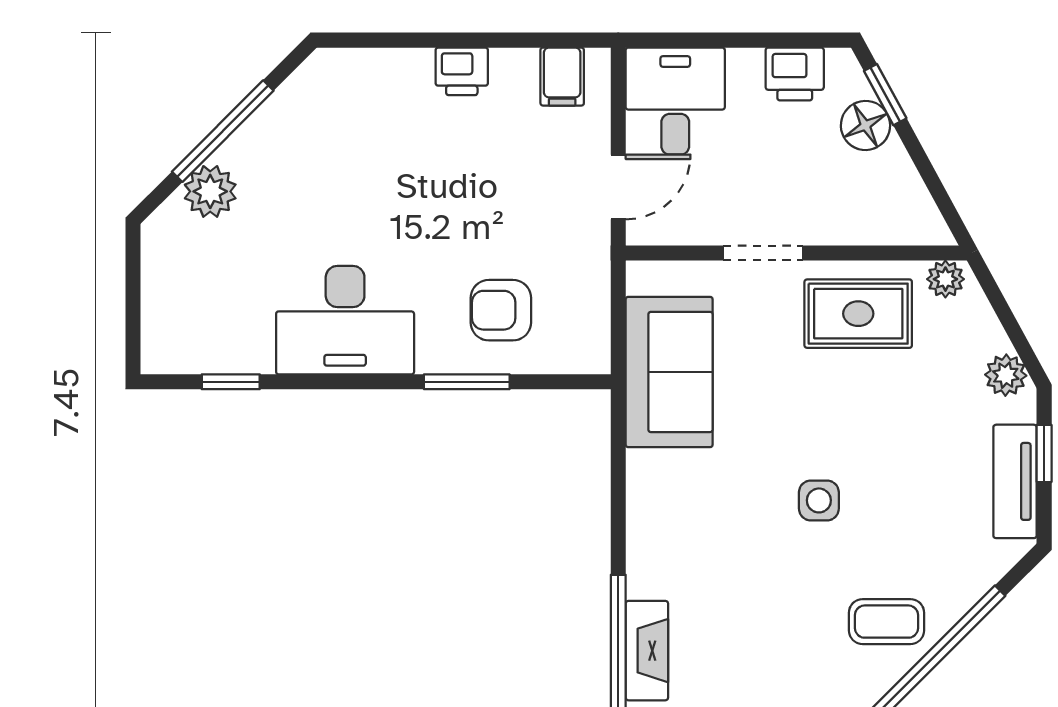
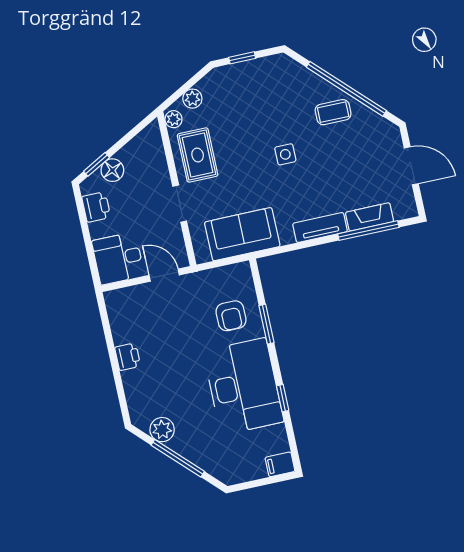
filing cabinet: (562, 77) -> (280, 464), moved, turned 180
plant: (210, 191) -> (162, 430), moved
desk: (345, 320) -> (243, 386), width x1.36, depth x1.30
plant: (1006, 375) -> (192, 99), moved
window: (231, 382) -> (283, 398), moved
tv unit: (1015, 481) -> (320, 227), moved, turned 180
coffee table: (887, 622) -> (333, 112), turned 90

